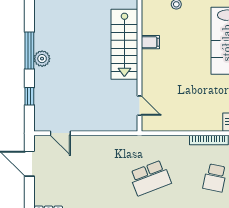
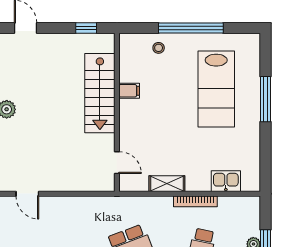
shelving: (184, 124) -> (167, 184), added

